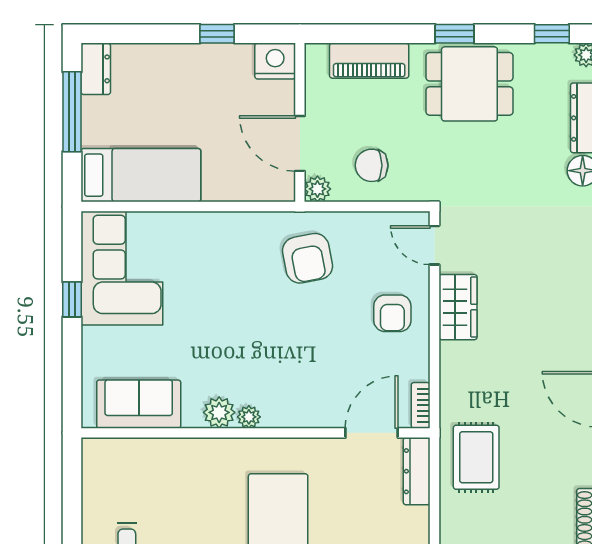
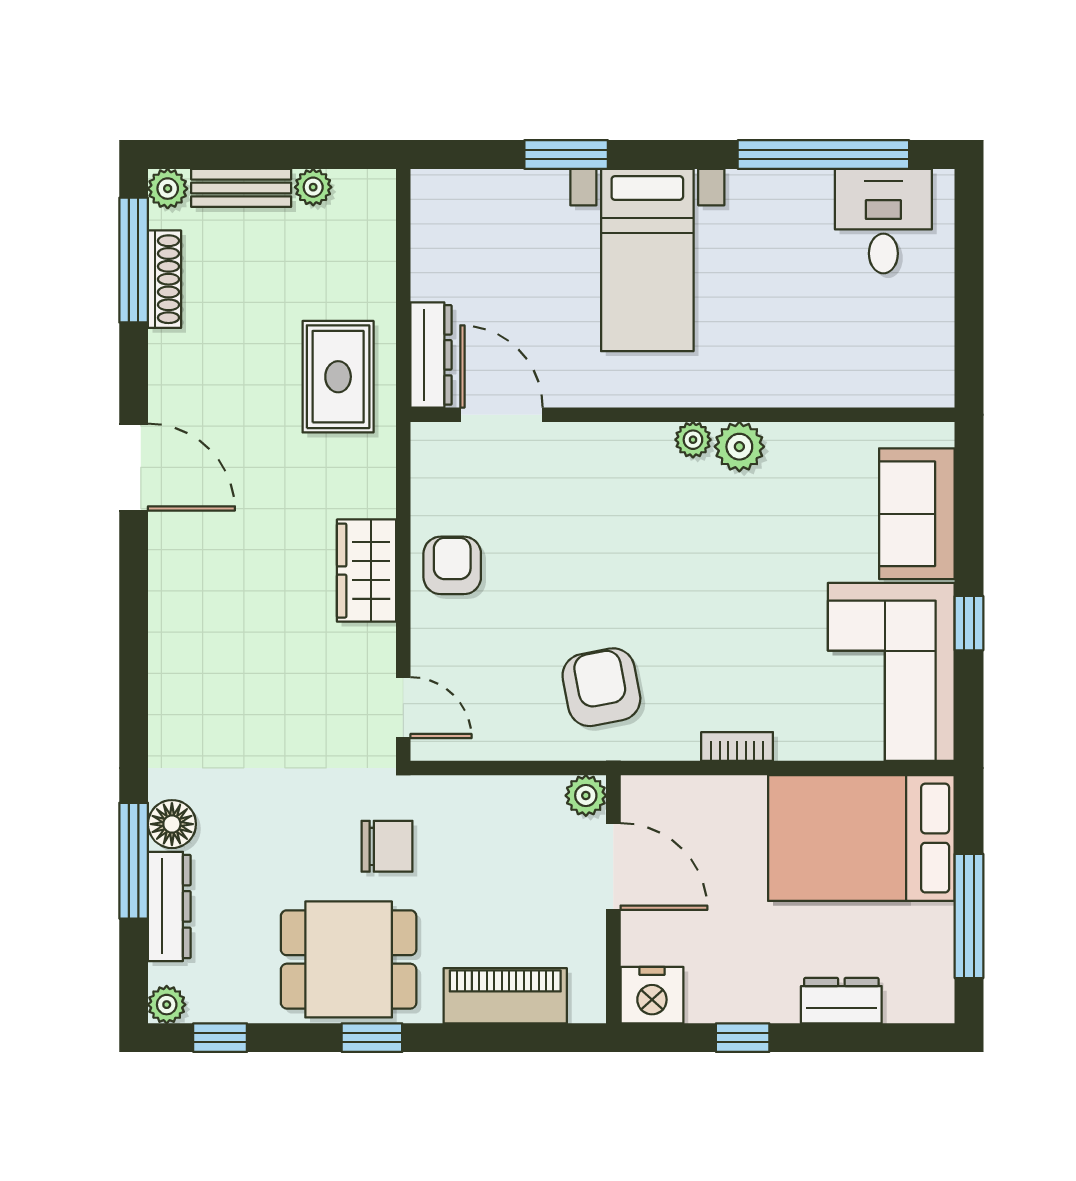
dresser: (96, 69) -> (841, 1001), moved, turned 90
chair: (372, 165) -> (387, 846), moved
bed: (141, 175) -> (861, 838), width x1.50
wardrobe: (458, 307) -> (367, 571), moved
armchair: (392, 313) -> (452, 565), moved
sofa: (139, 404) -> (917, 514), moved, turned 90
bookcase: (421, 405) -> (737, 746), moved, turned -90
door: (372, 433) -> (501, 415), swing flipped

